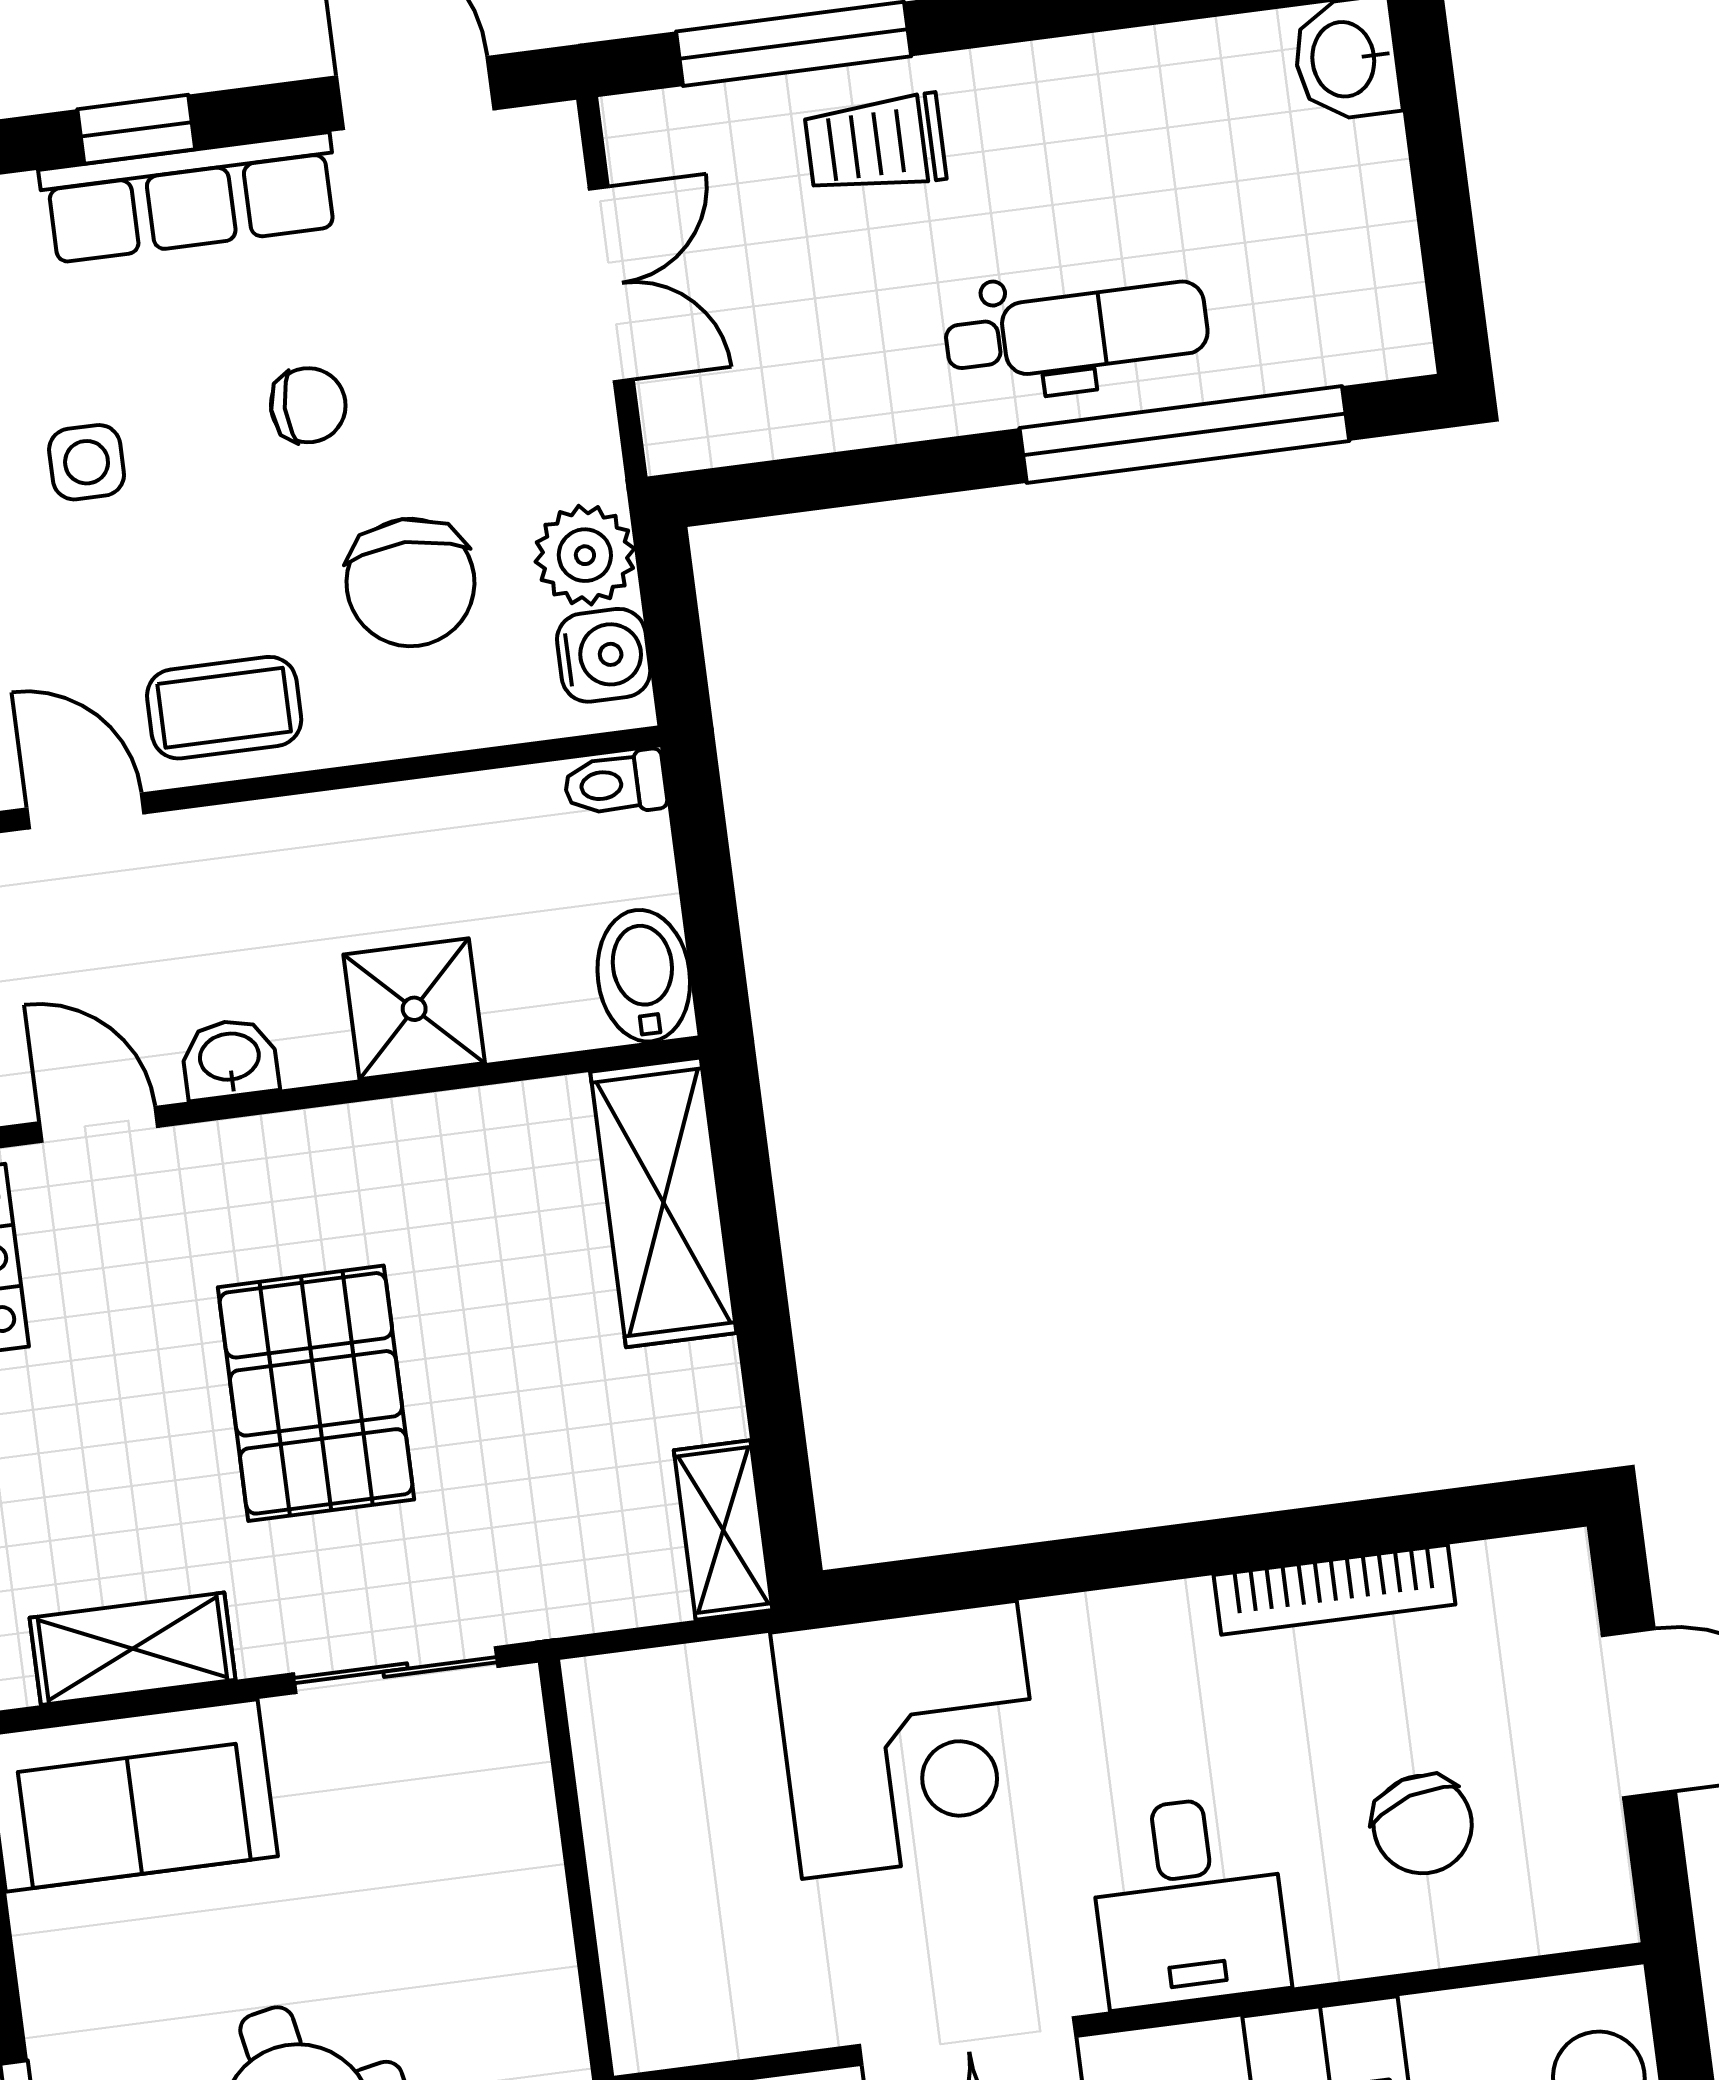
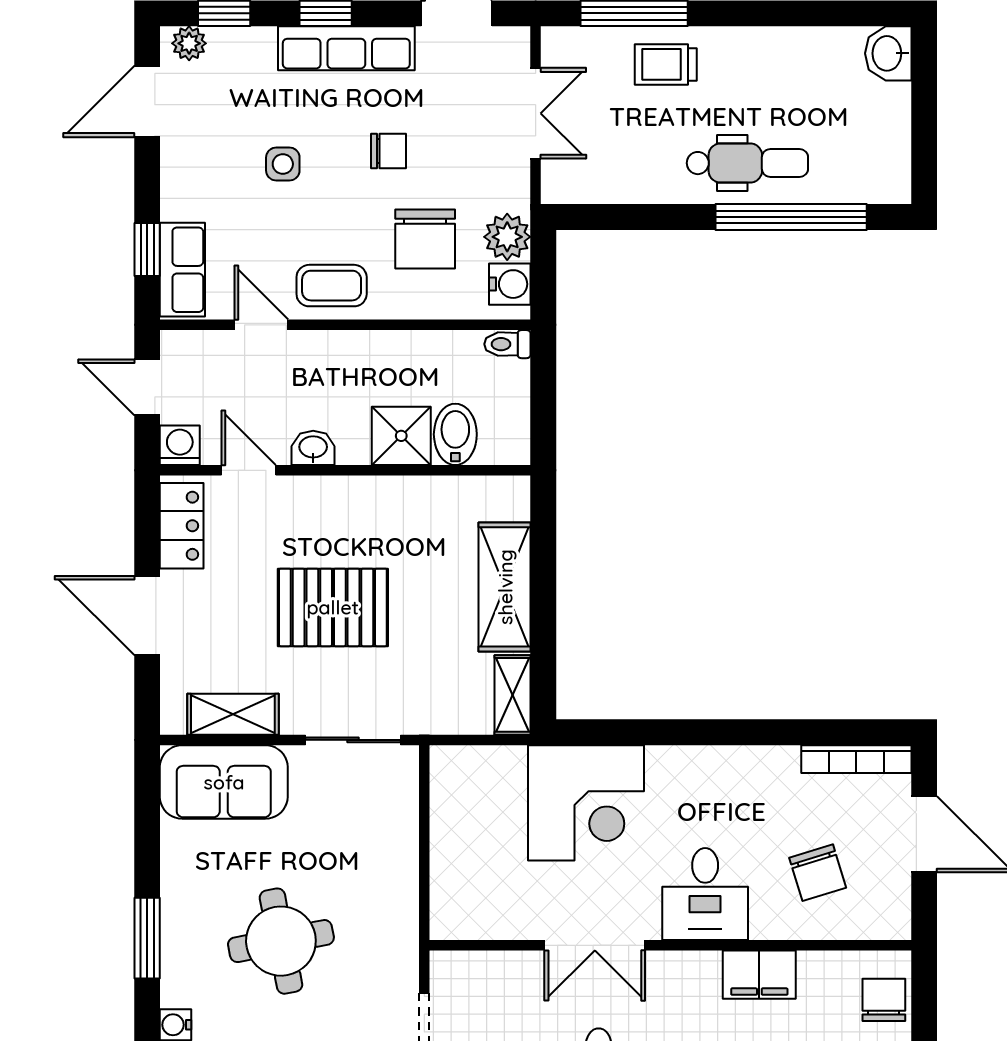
bidet: (644, 976) -> (455, 434), moved
shelving: (663, 1202) -> (505, 587), moved
pallet: (316, 1393) -> (333, 607), turned 90
bookcase: (1334, 1590) -> (856, 759), moved

